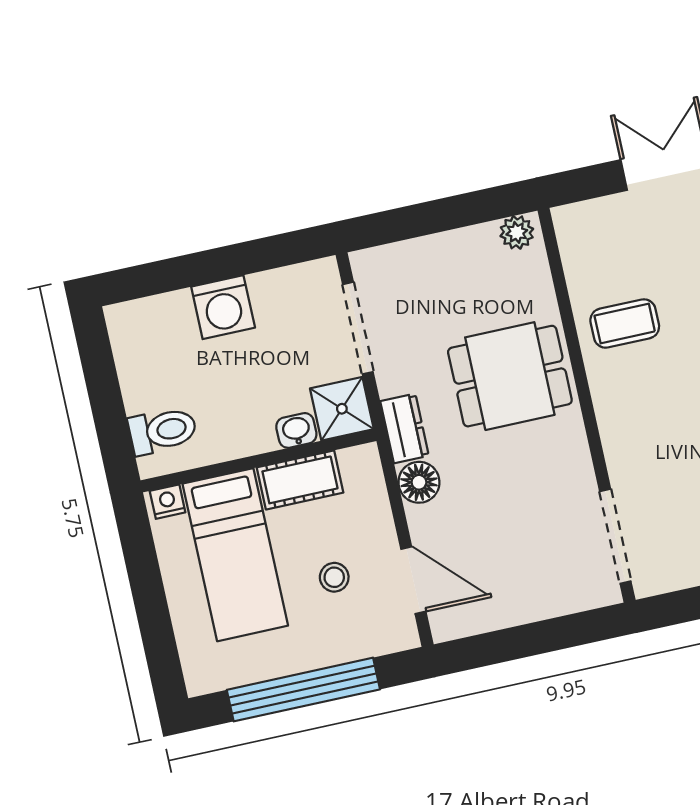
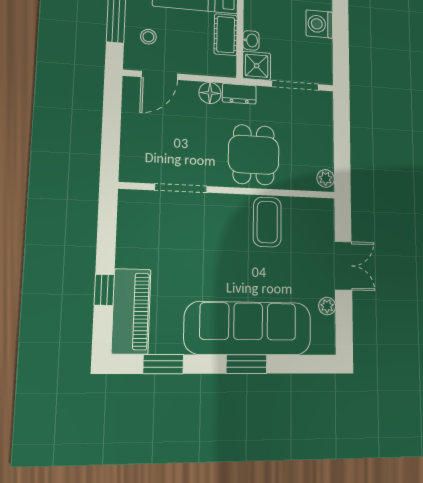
coffee table: (625, 323) -> (267, 222), width x1.36, depth x1.30
doorway: (615, 536) -> (181, 188), moved
stool: (334, 577) -> (148, 37), moved

